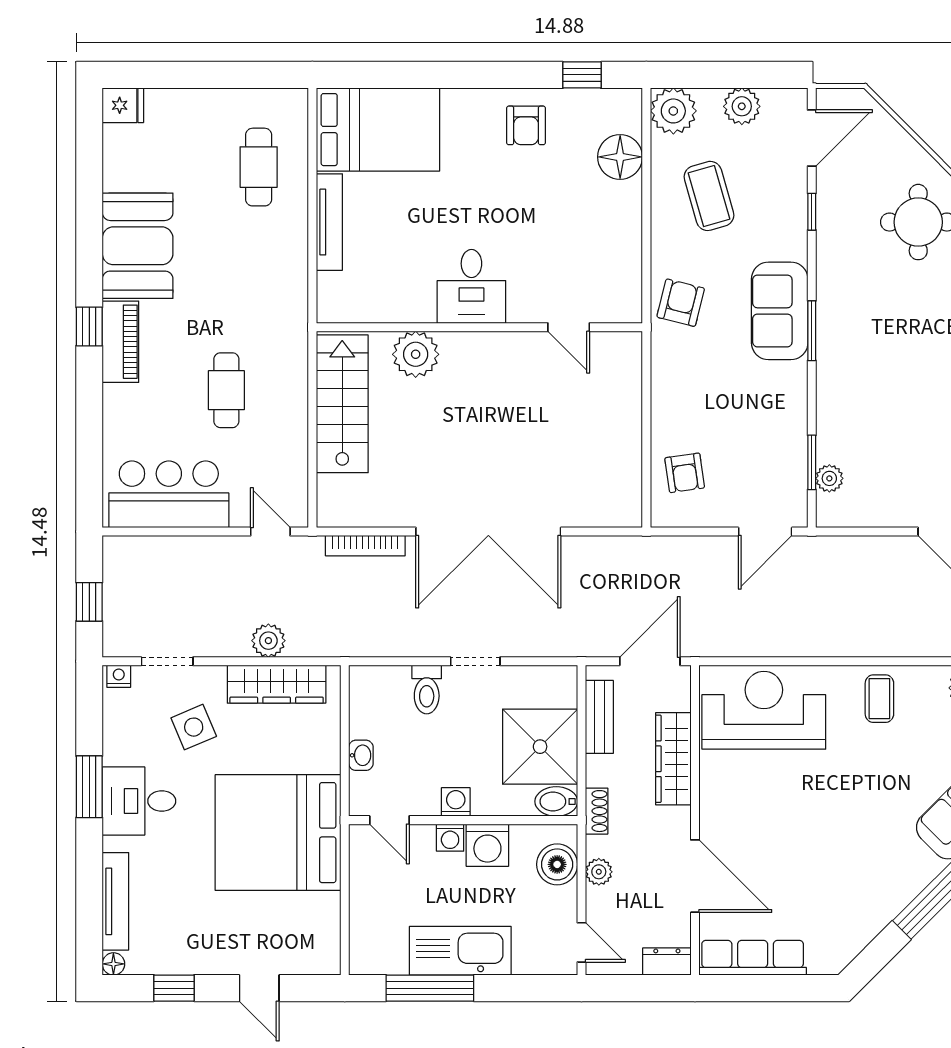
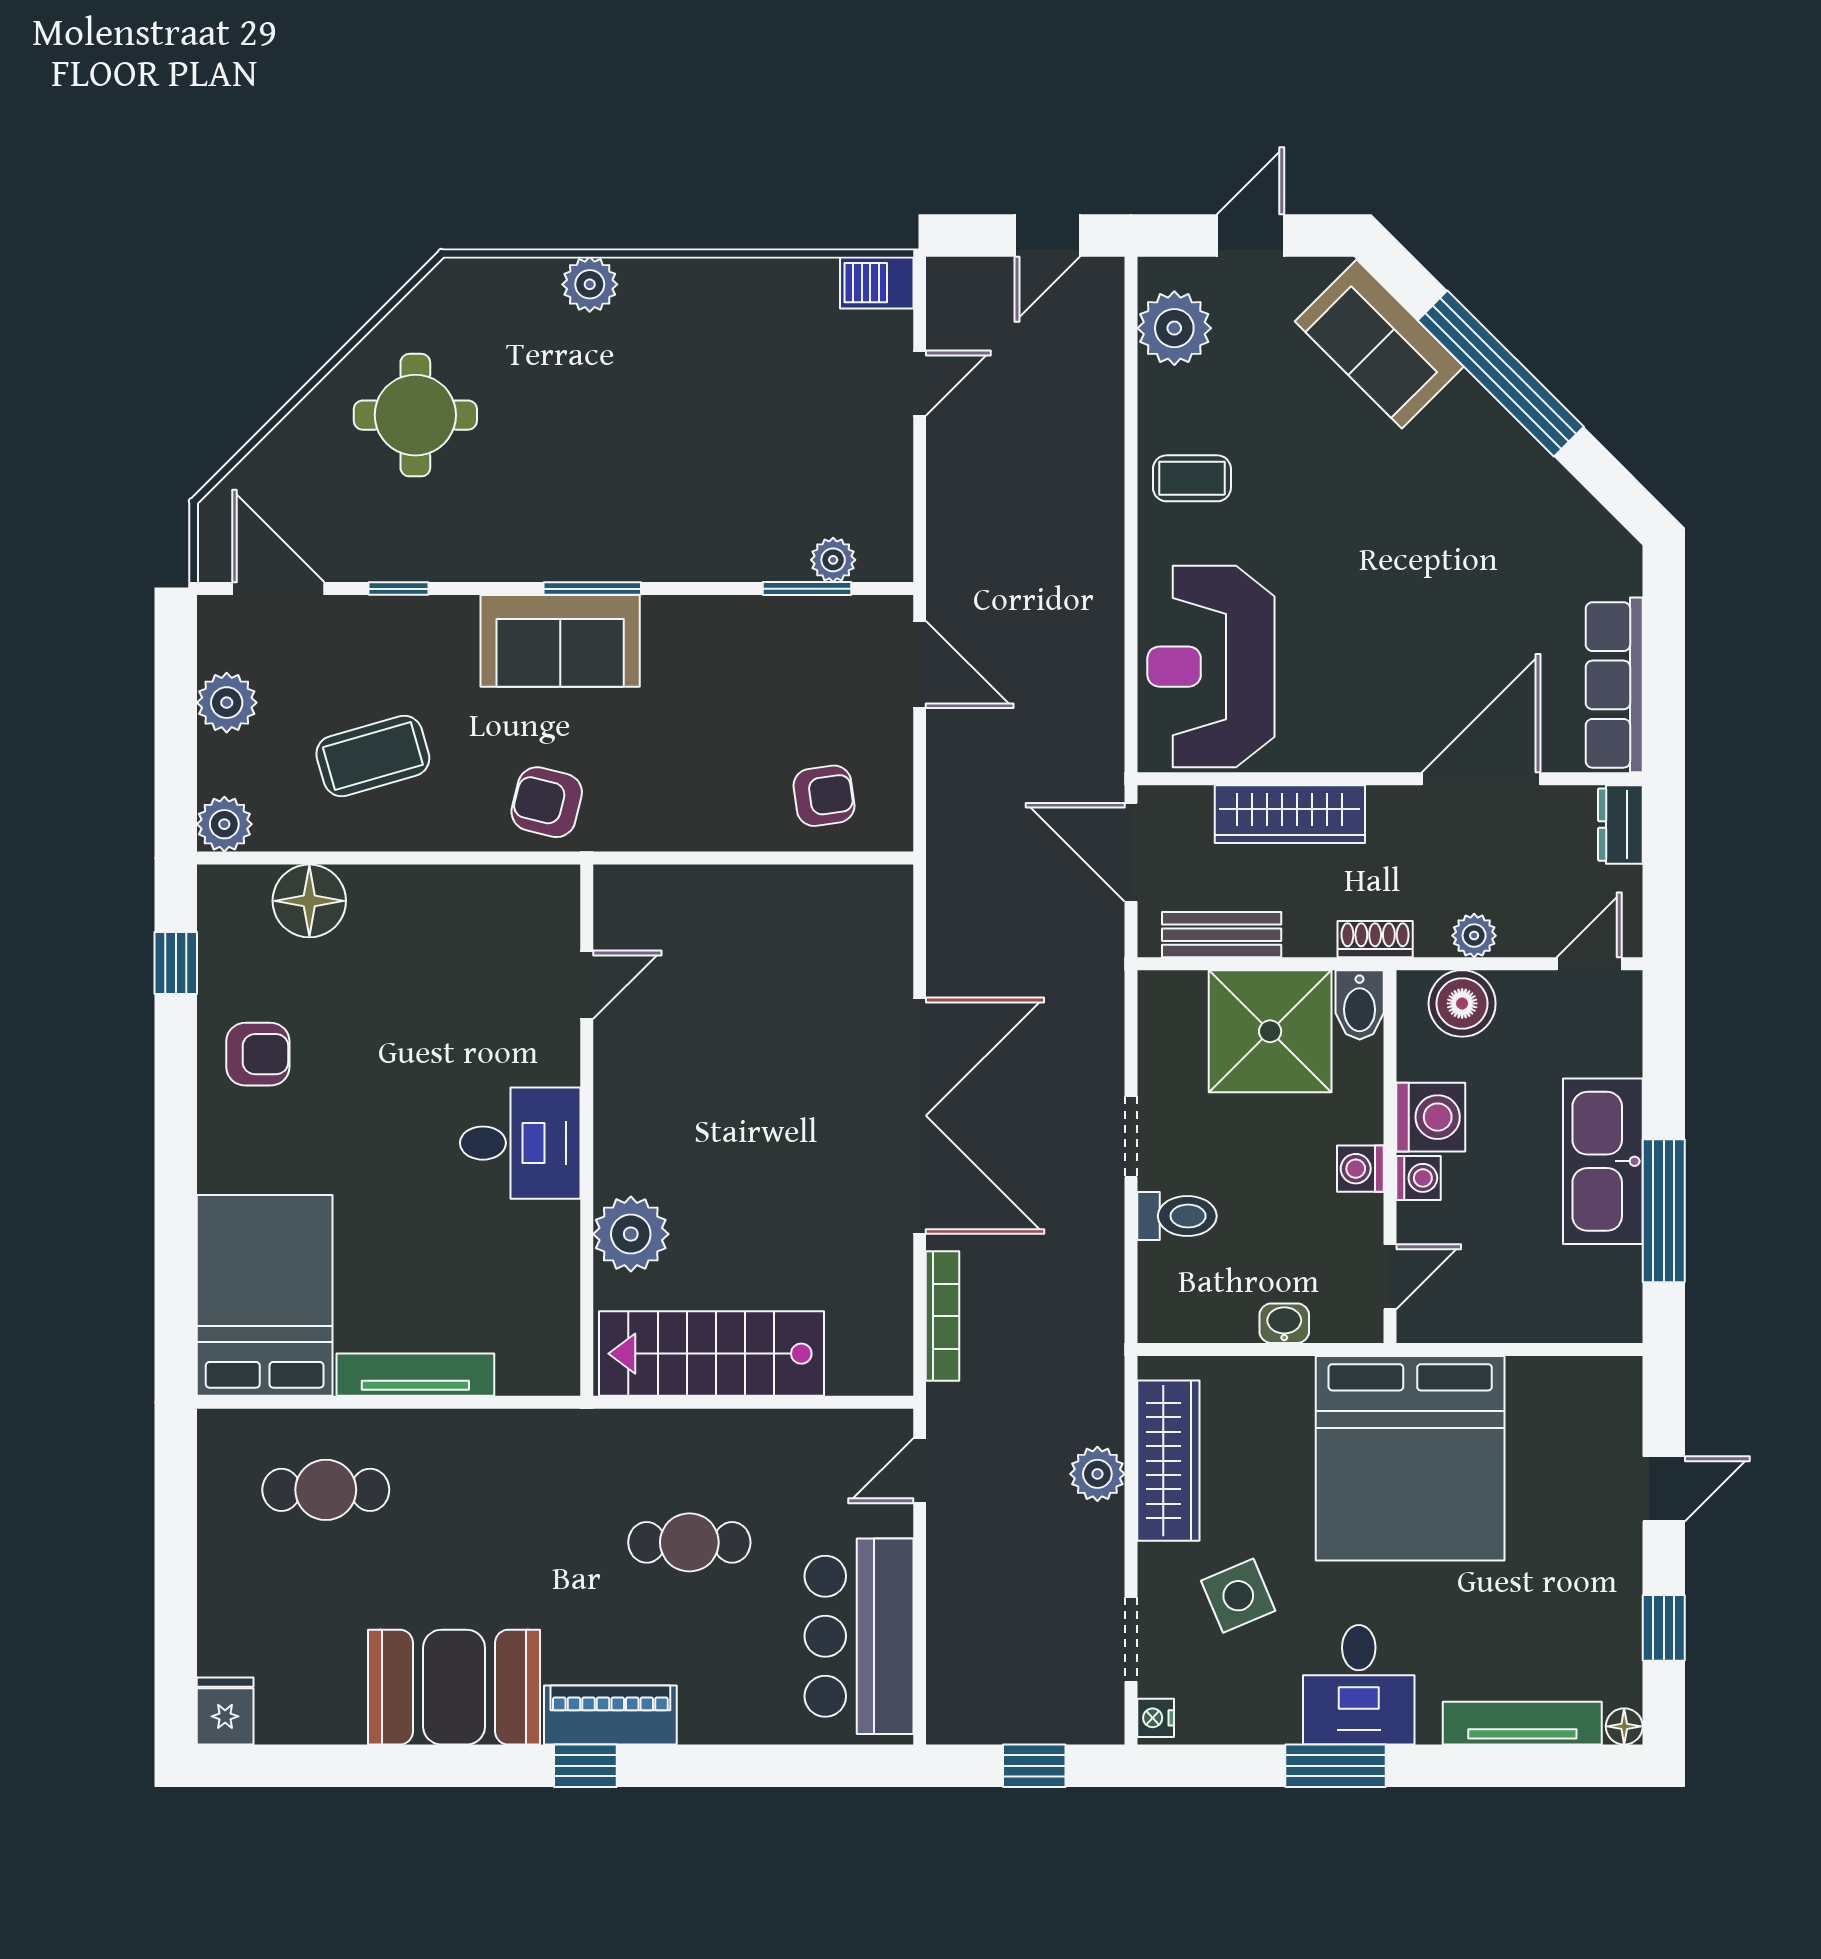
plant: (673, 111) -> (224, 824), width x0.73, depth x0.73

